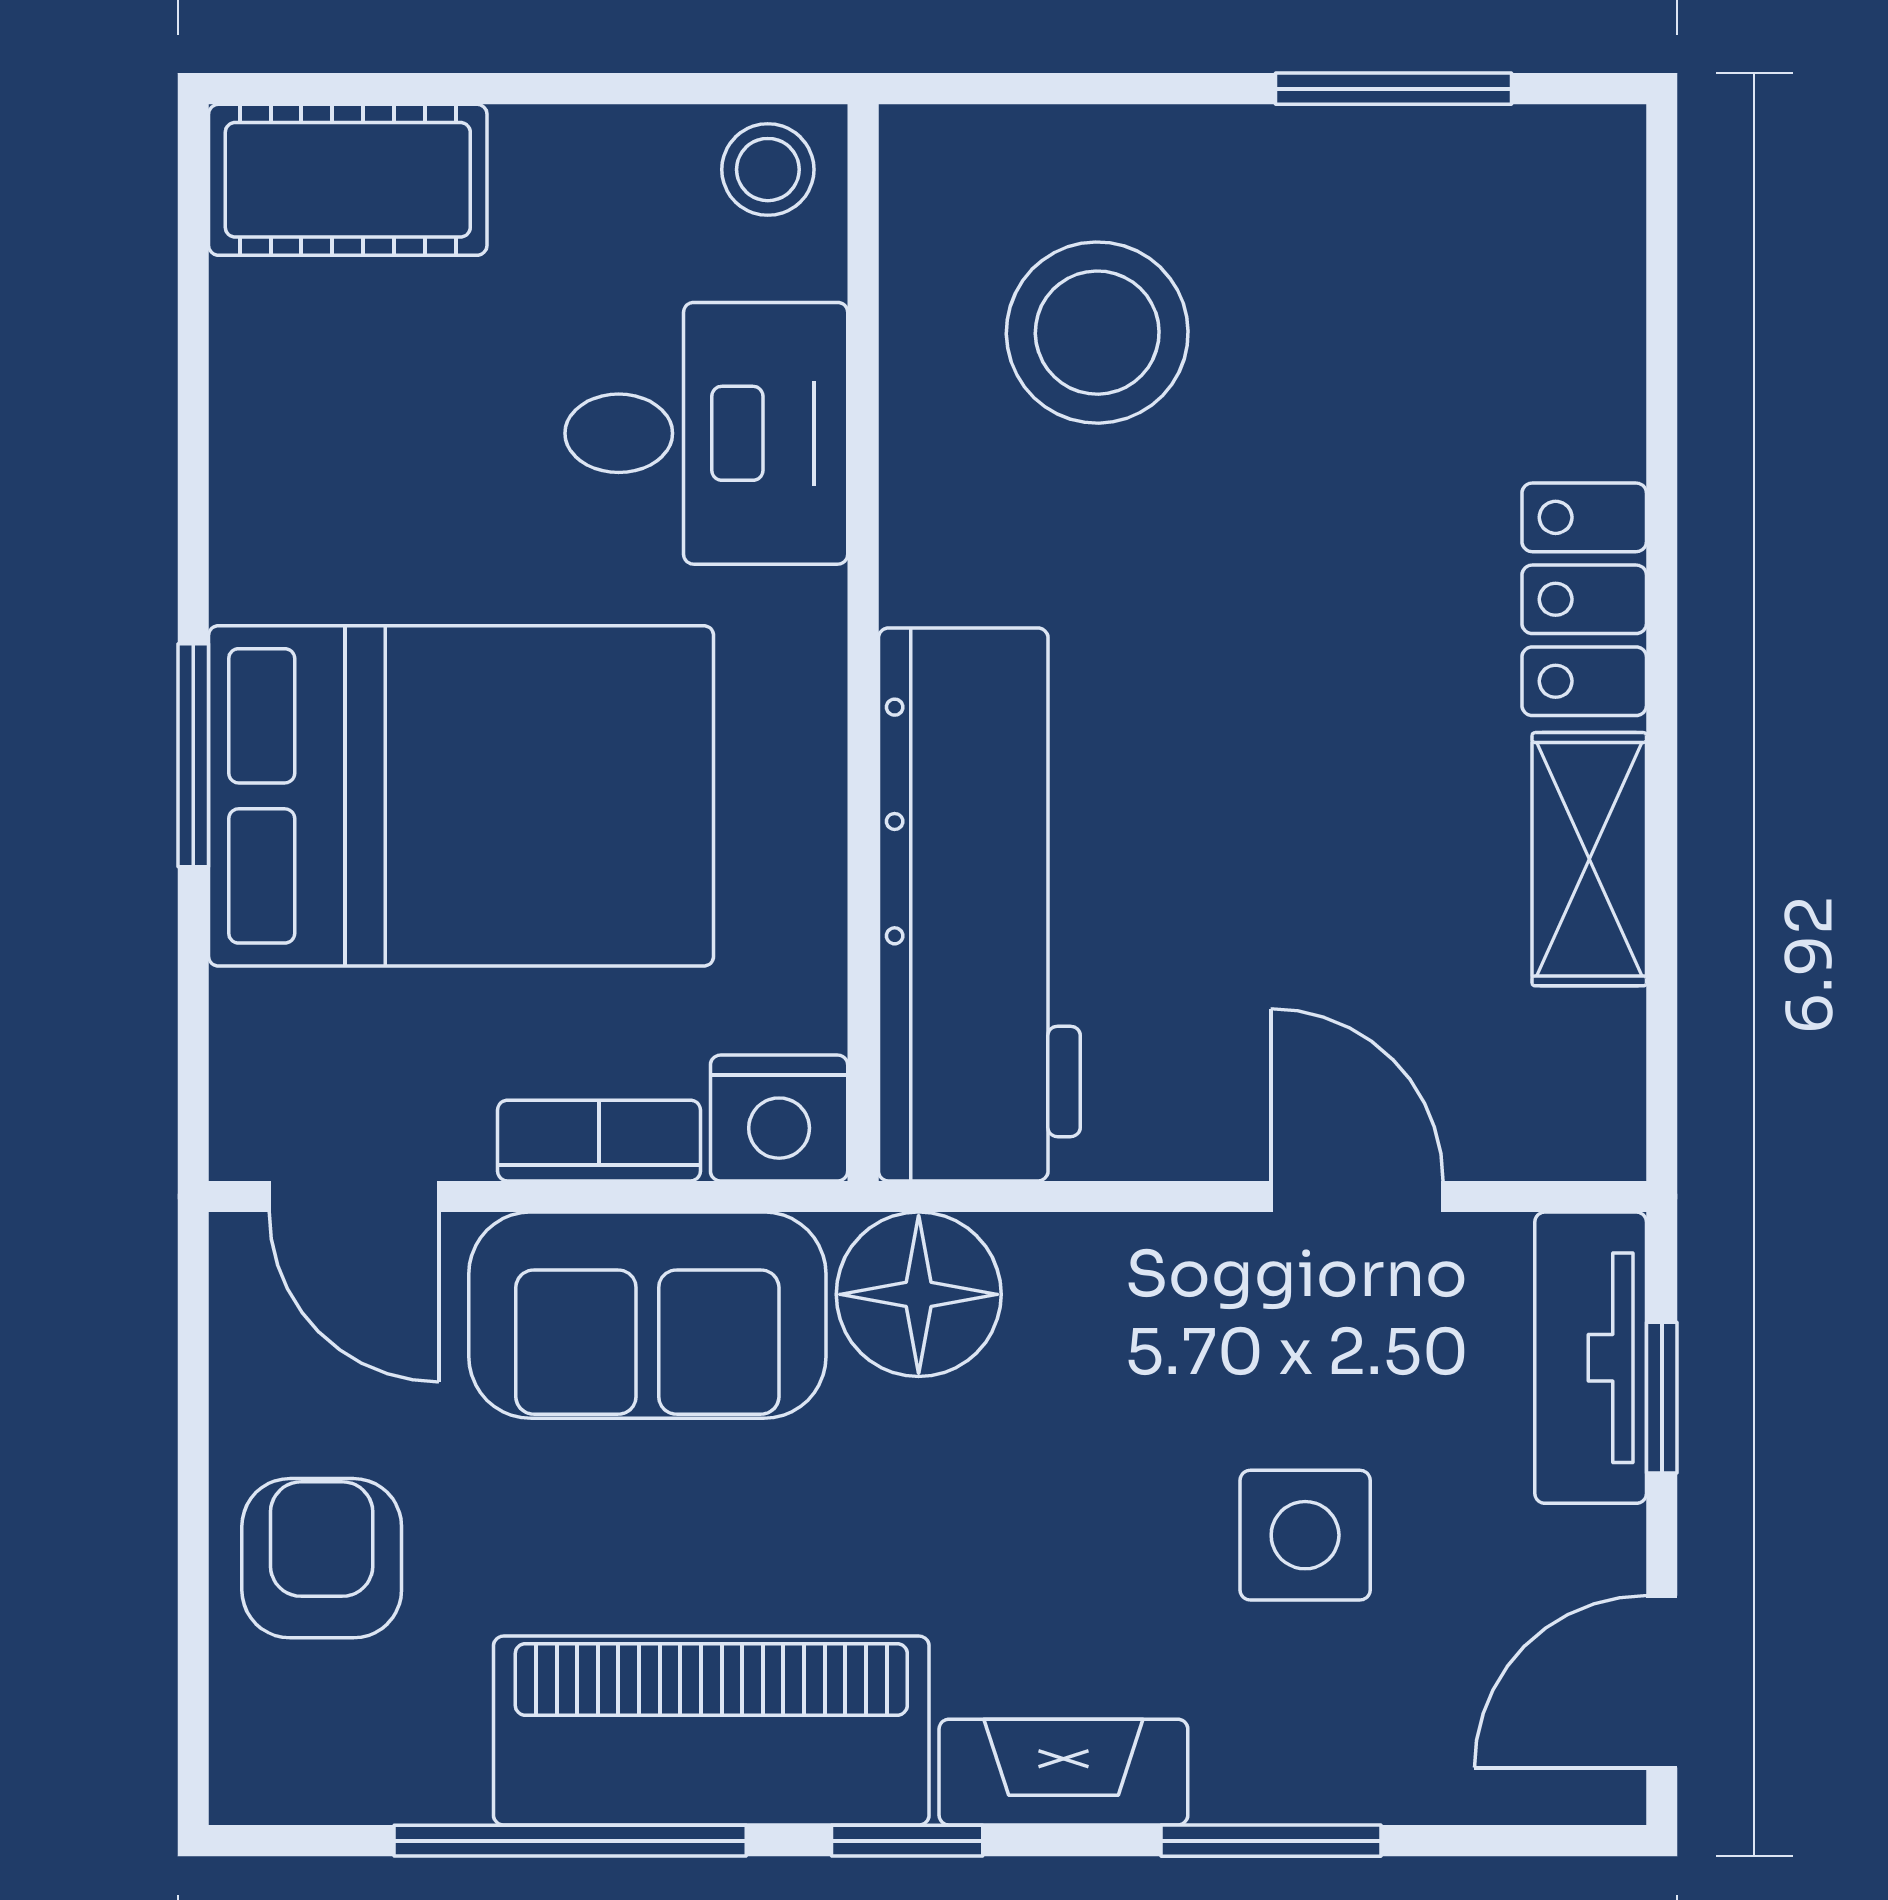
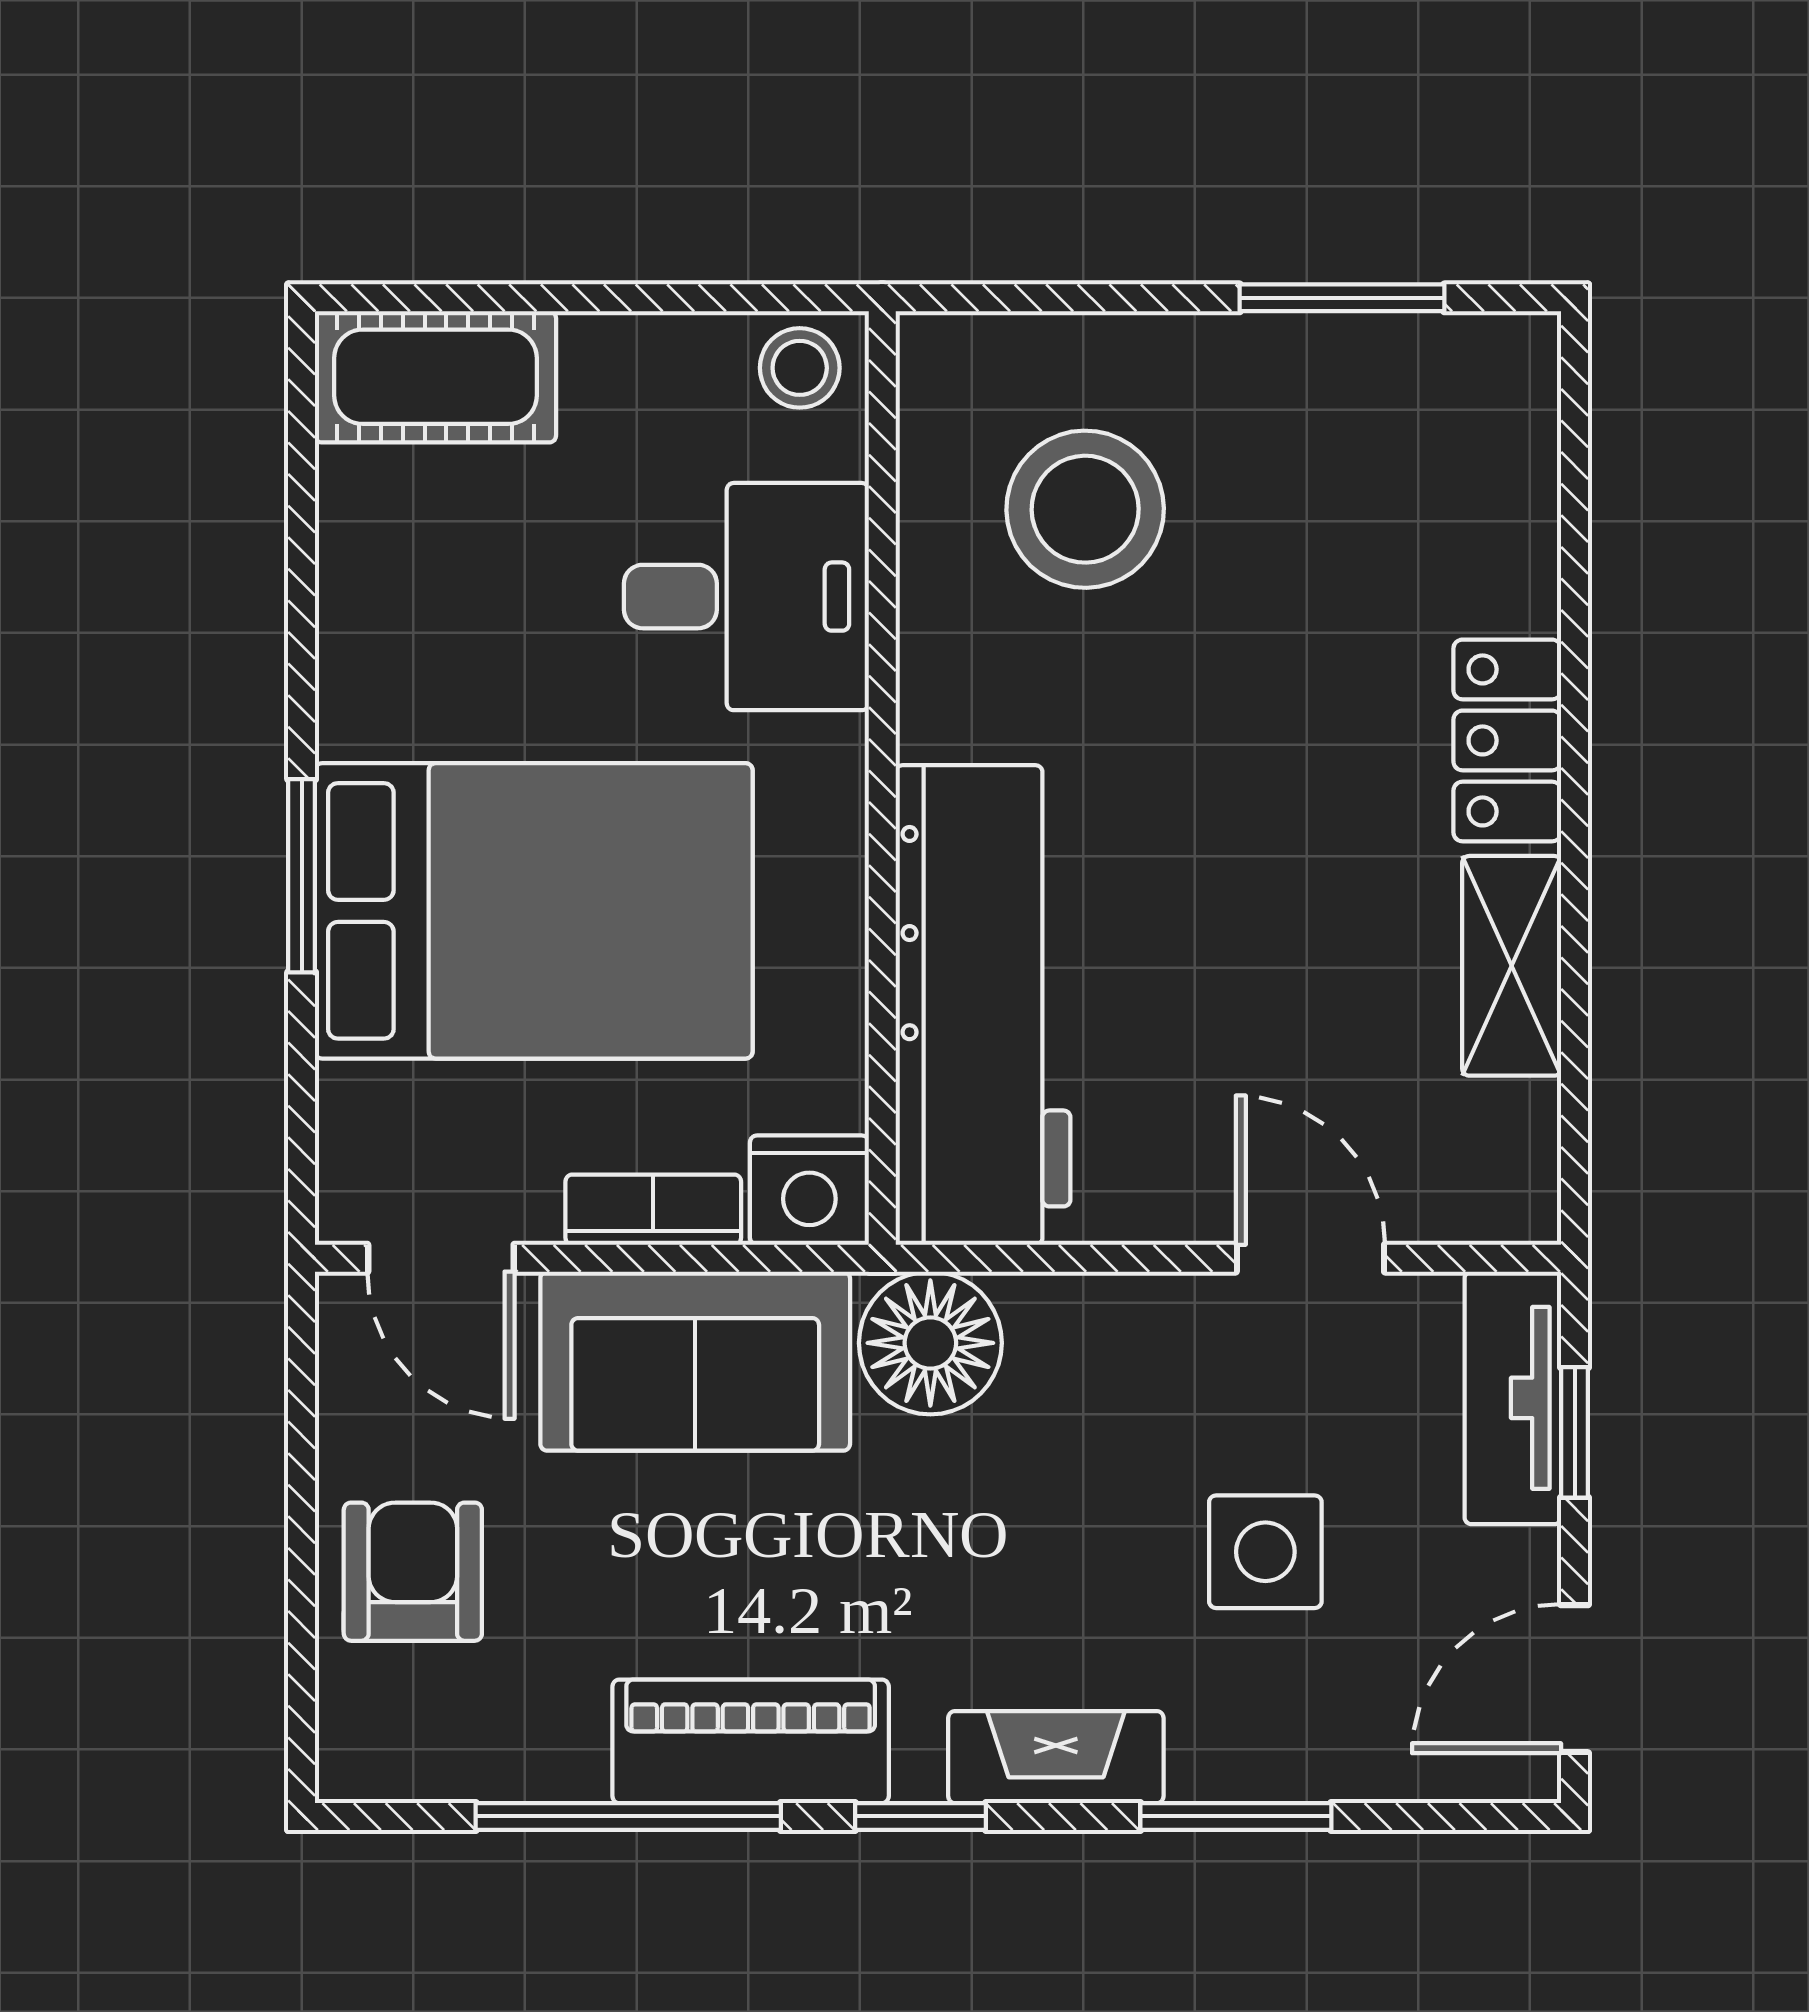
piano: (711, 1731) -> (751, 1741), width x0.73, depth x0.75

